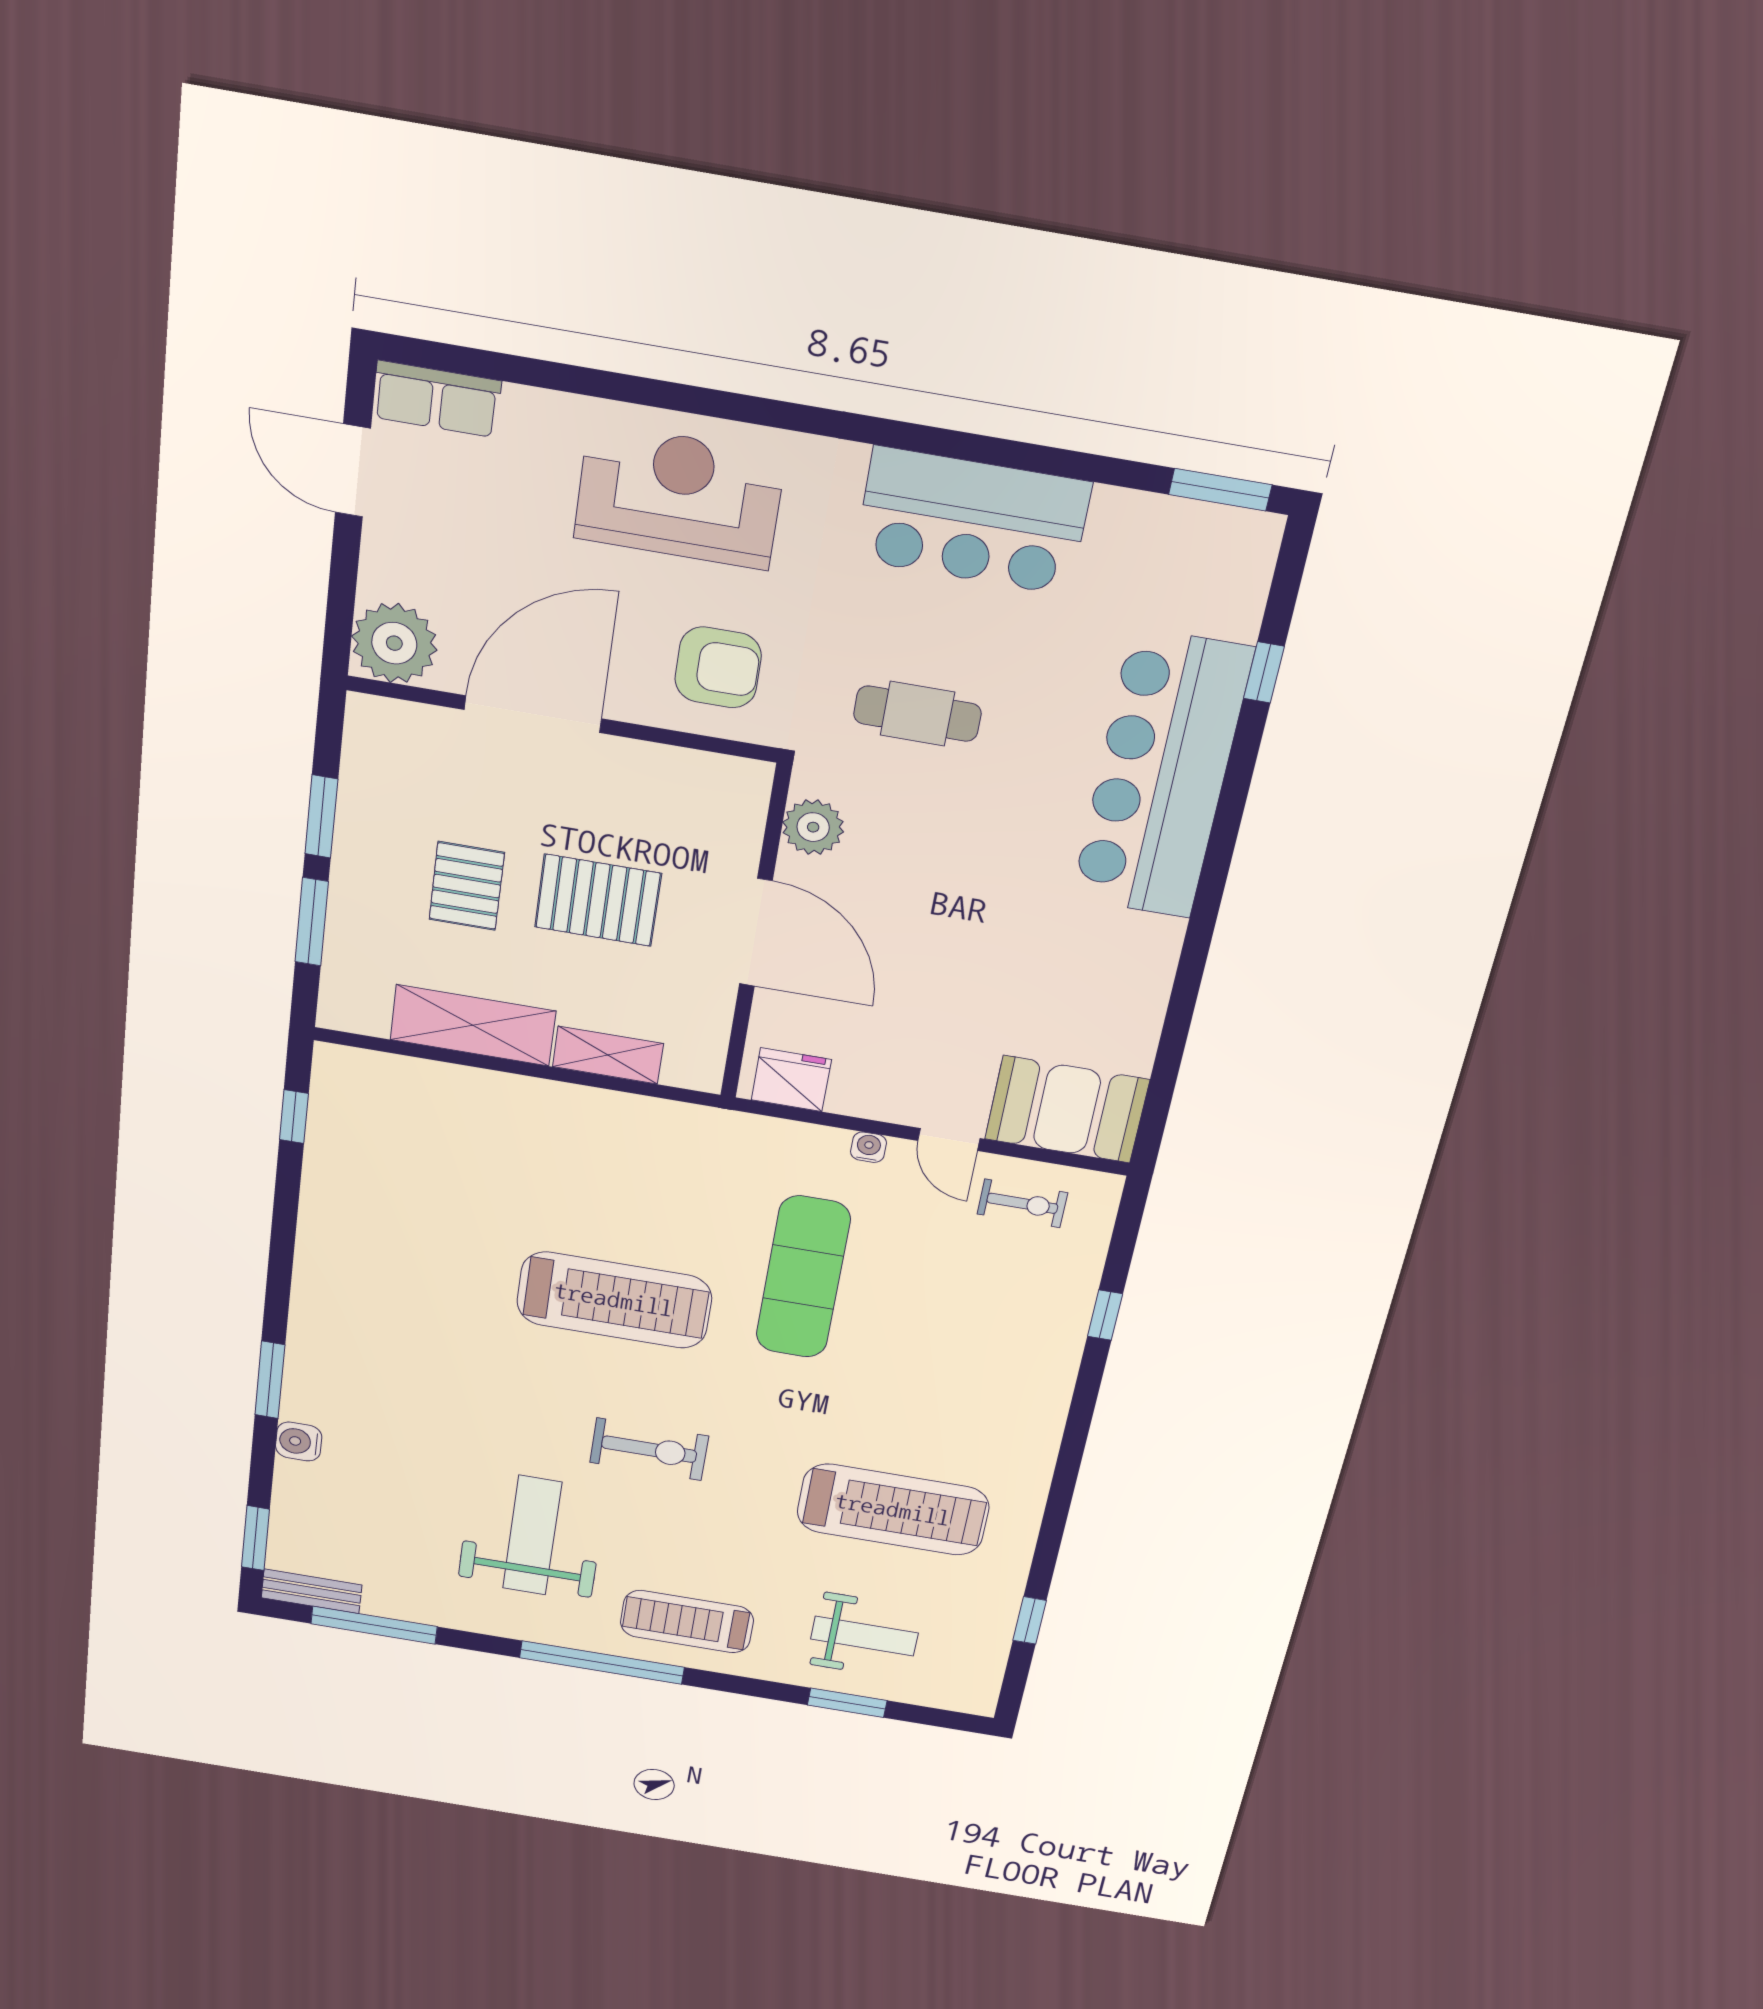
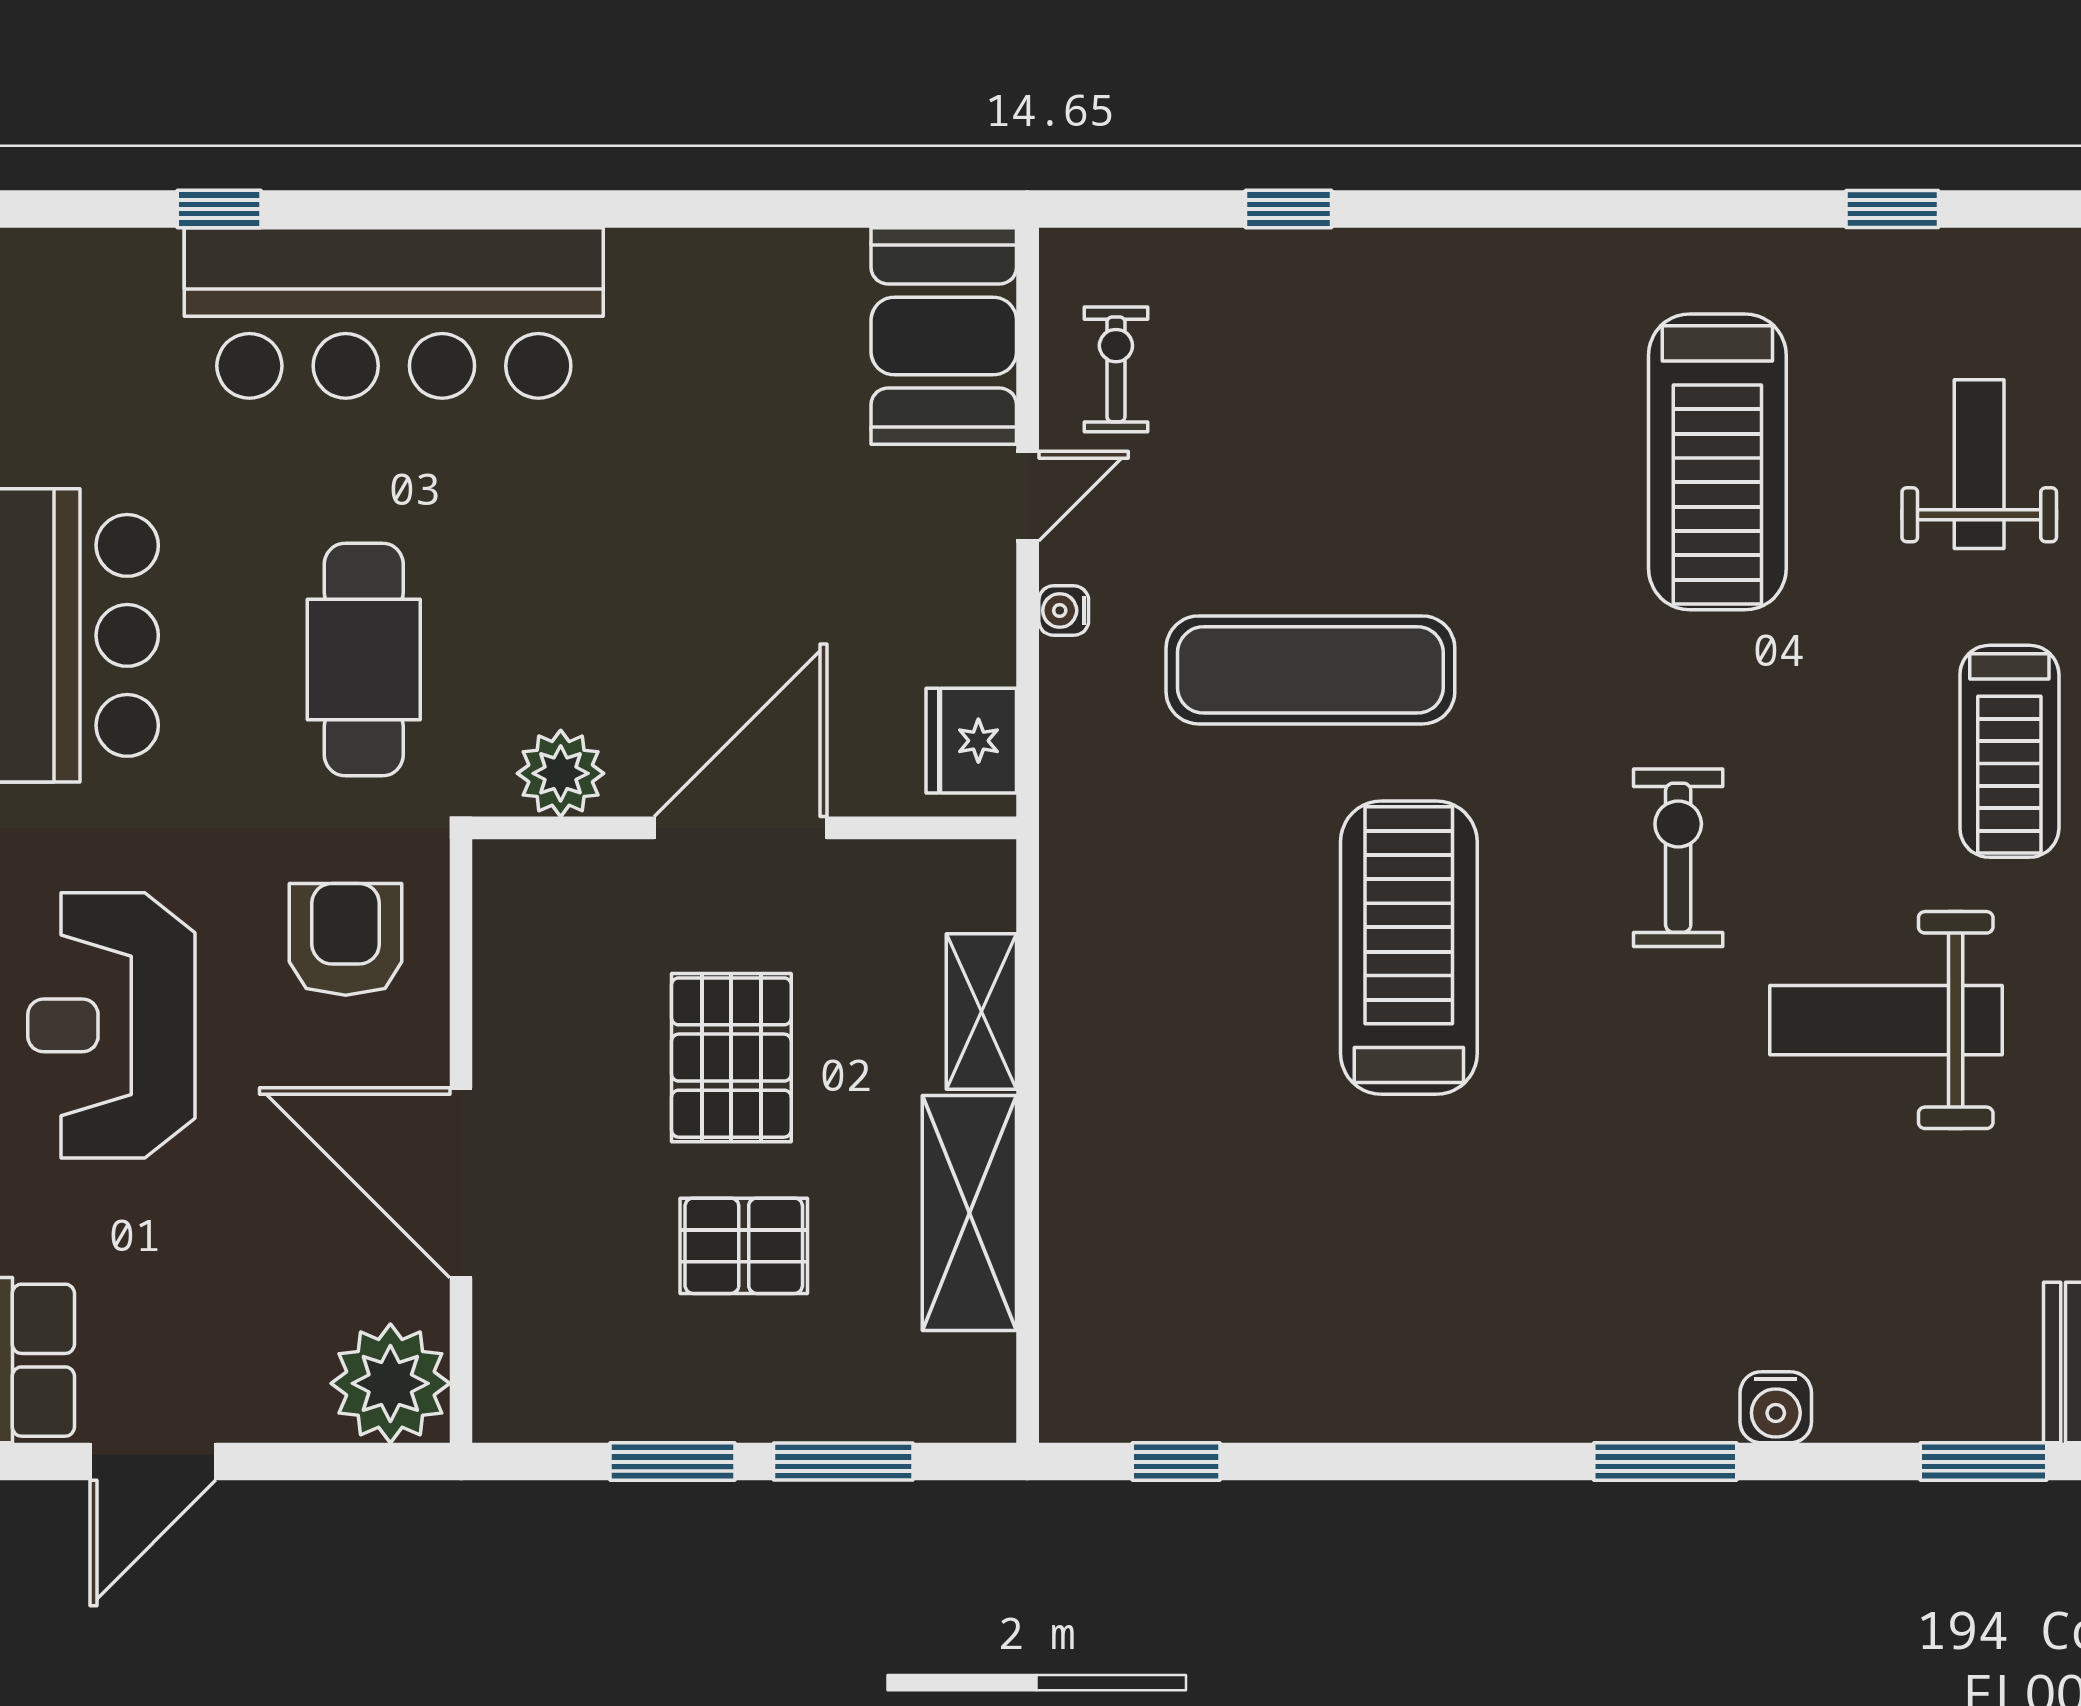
cafe table: (917, 714) -> (364, 659), width x1.37, depth x1.35
treadmill: (893, 1510) -> (1717, 462), turned 180

